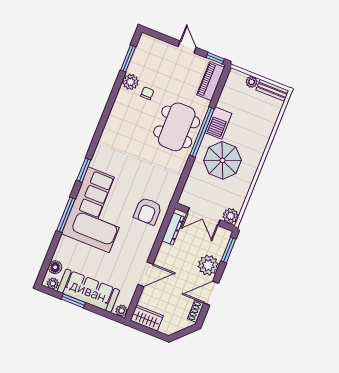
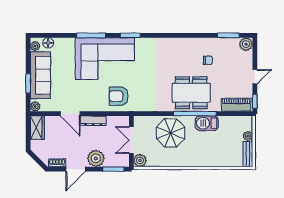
plant: (130, 82) -> (246, 44), moved
parasol: (222, 160) -> (171, 133), moved
dresser: (173, 229) -> (93, 121), moved
door: (211, 293) -> (76, 169), swing flipped
window: (73, 301) -> (28, 83), moved

